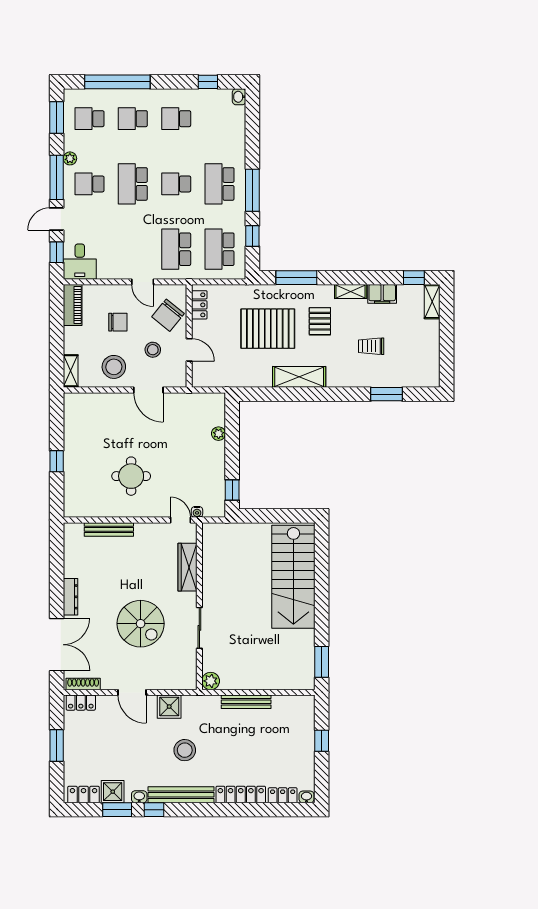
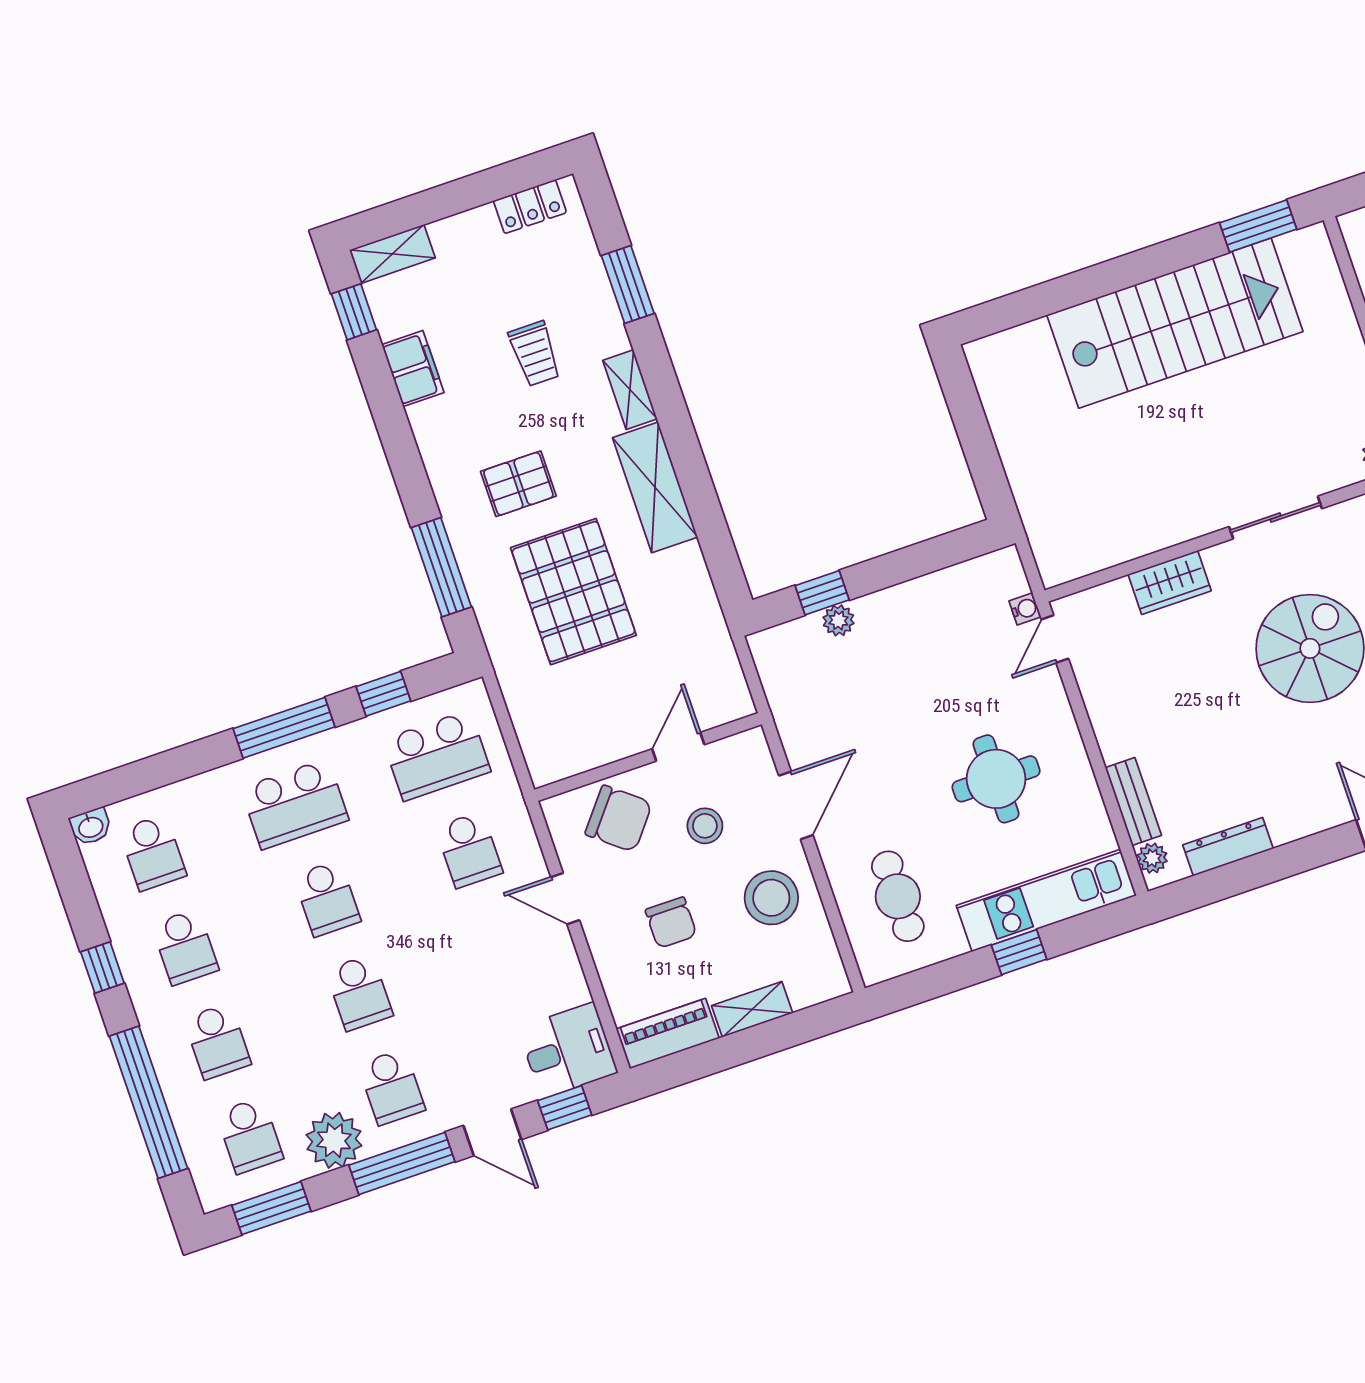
window: (208, 82) -> (102, 968), moved
school desk: (220, 119) -> (153, 853), added
plant: (70, 158) -> (334, 1140), width x1.88, depth x1.88
school desk: (133, 184) -> (359, 993), width x0.54
school desk: (176, 249) -> (469, 850), width x0.54
door: (143, 282) -> (565, 899), swing flipped
shelving: (351, 292) -> (630, 390), moved
locker: (199, 305) -> (530, 207), moved, turned 180
chair: (118, 322) -> (671, 923), turned 180
shelving: (71, 371) -> (752, 1009), moved
cafe table: (97, 419) -> (898, 896), added
kitchen unit: (74, 480) -> (1046, 900), added
window: (232, 490) -> (822, 593), moved
plant: (77, 529) -> (1152, 858), added
bench: (109, 529) -> (1133, 802), width x0.73
wardrobe: (187, 567) -> (1170, 583), width x0.67
stairs: (293, 577) -> (1175, 323), moved
dresser: (71, 597) -> (1228, 847), moved

